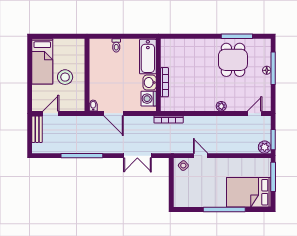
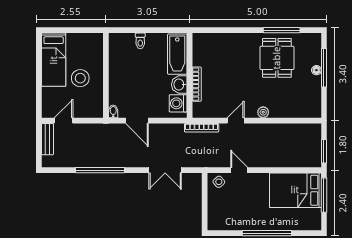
door: (255, 113) -> (236, 121), moved
plant: (265, 147) -> (314, 160), removed
bed: (249, 192) -> (295, 190), moved

